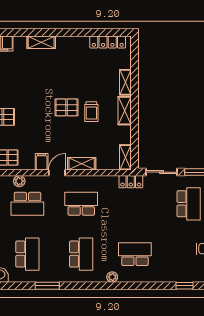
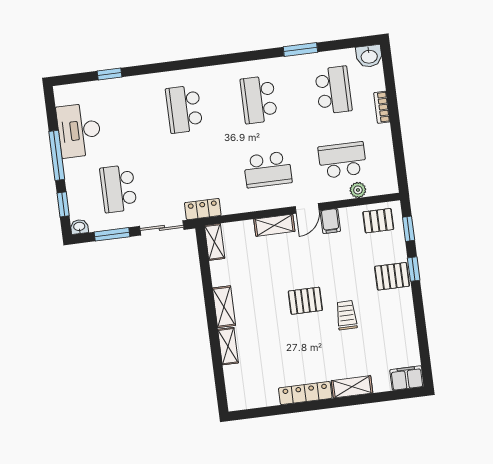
locker: (108, 42) -> (305, 393), moved
trolley: (91, 112) -> (346, 315), moved
school desk: (27, 254) -> (333, 90), turned 180
school desk: (135, 254) -> (184, 109), turned 90
plant: (112, 277) -> (212, 73), removed

